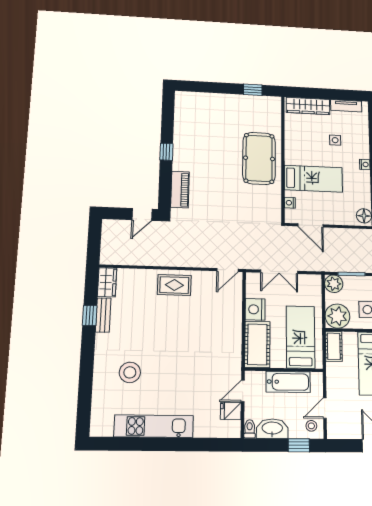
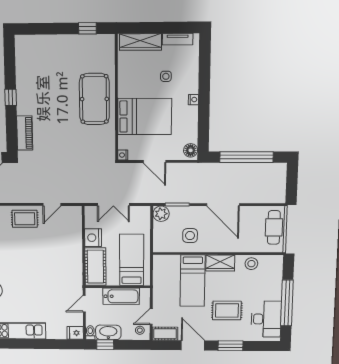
bed: (313, 179) -> (145, 116), width x1.50
nightstand: (290, 203) -> (123, 155), moved
door: (311, 225) -> (154, 161), moved
door: (227, 270) -> (52, 204), moved
plant: (337, 316) -> (164, 242), removed
cot: (334, 346) -> (165, 334), moved, turned 90
fridge: (231, 411) -> (75, 333), moved
window: (299, 445) -> (105, 345), moved

